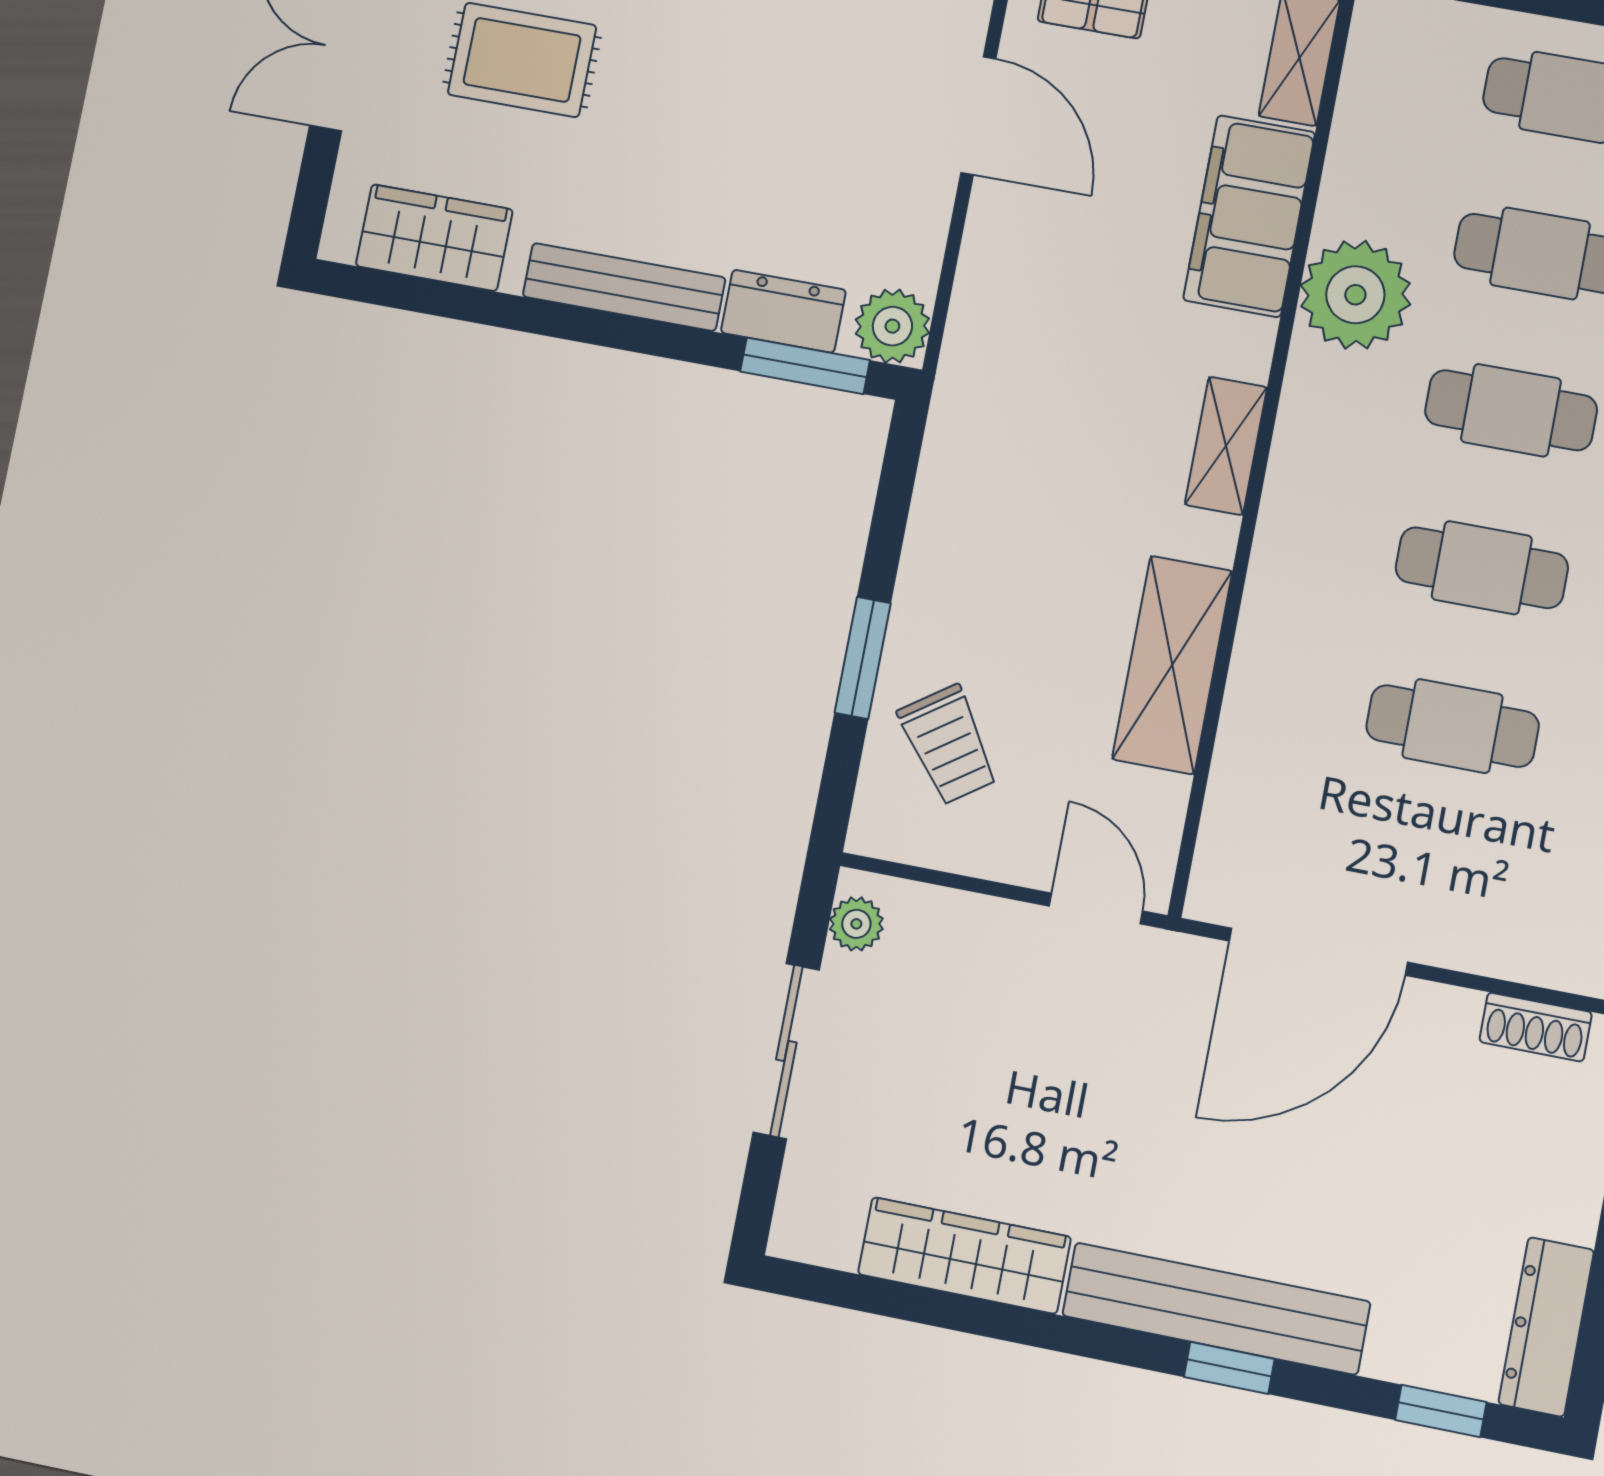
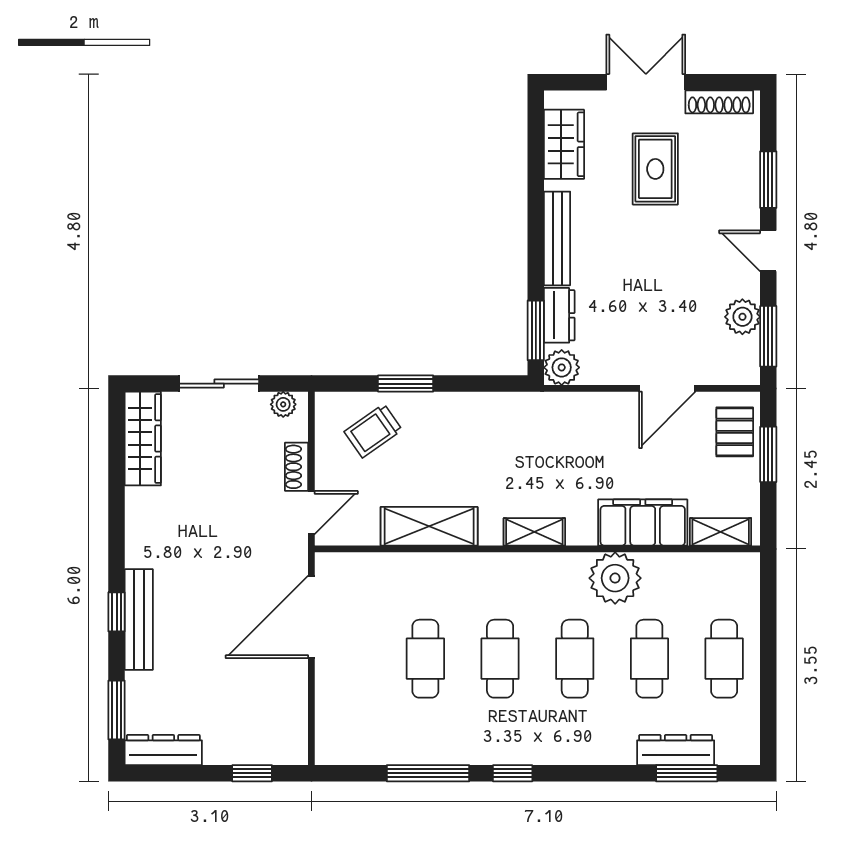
door: (1318, 952) -> (311, 617), hinge flipped
shoe rack: (1536, 1027) -> (296, 467), moved
wardrobe: (964, 1255) -> (143, 439), moved
bench: (1216, 1309) -> (139, 619), width x0.73, depth x0.82
window: (1441, 1411) -> (117, 710), width x1.50

